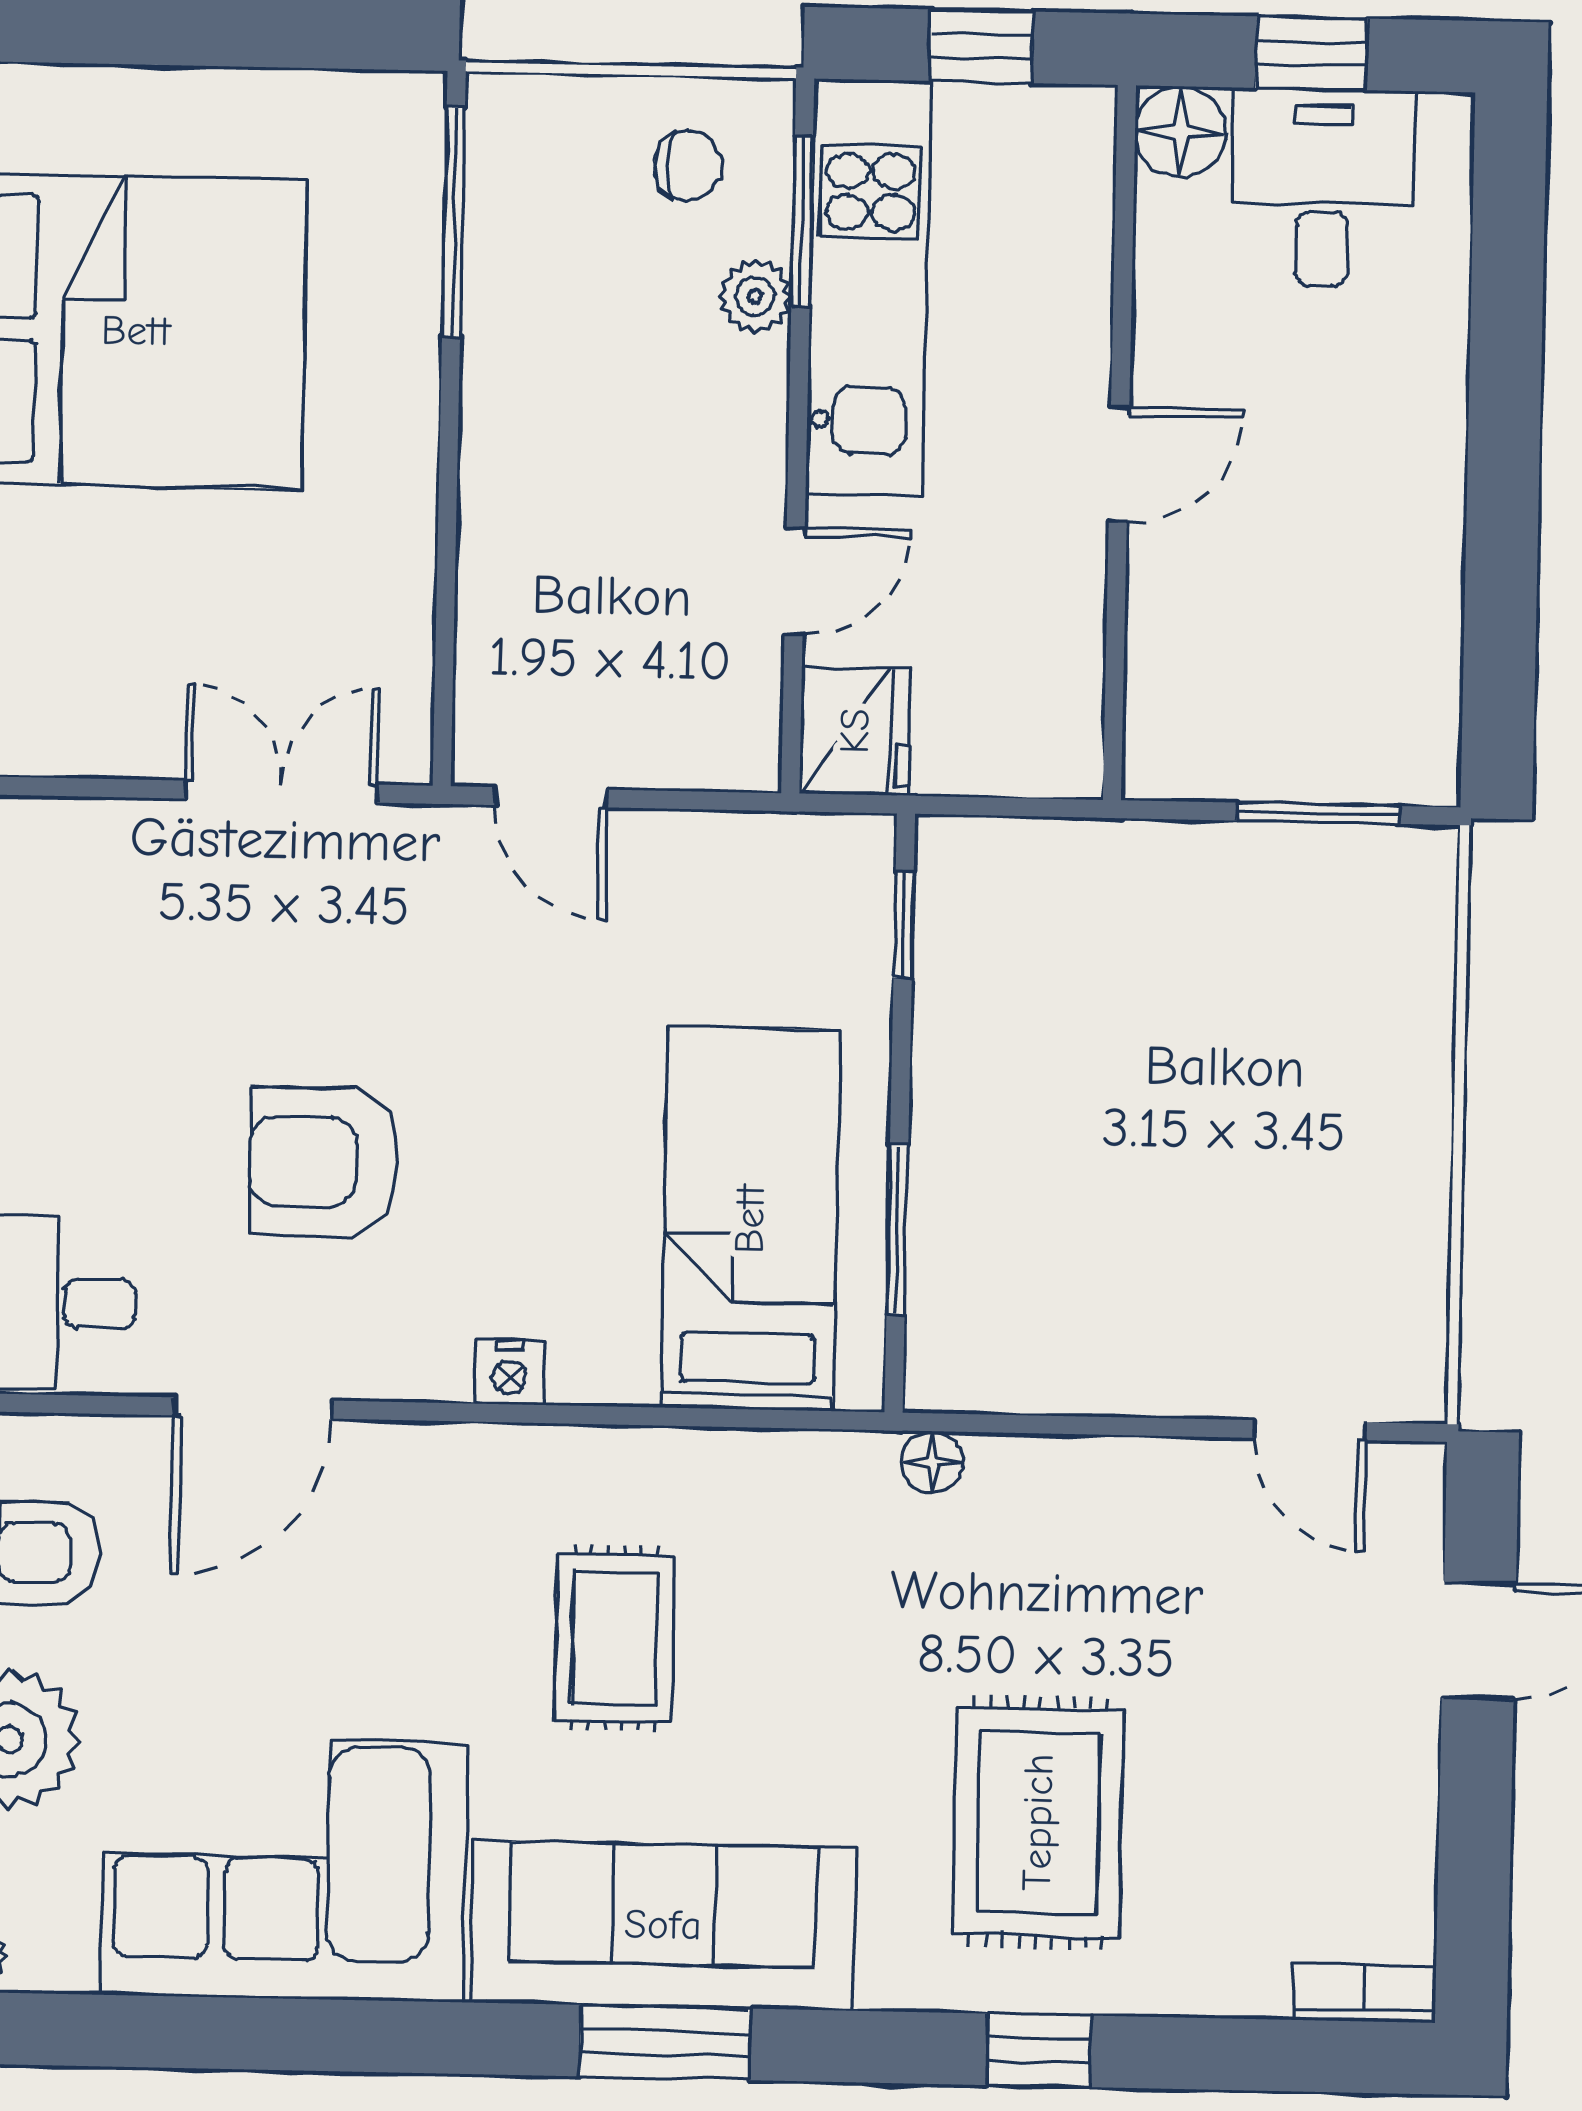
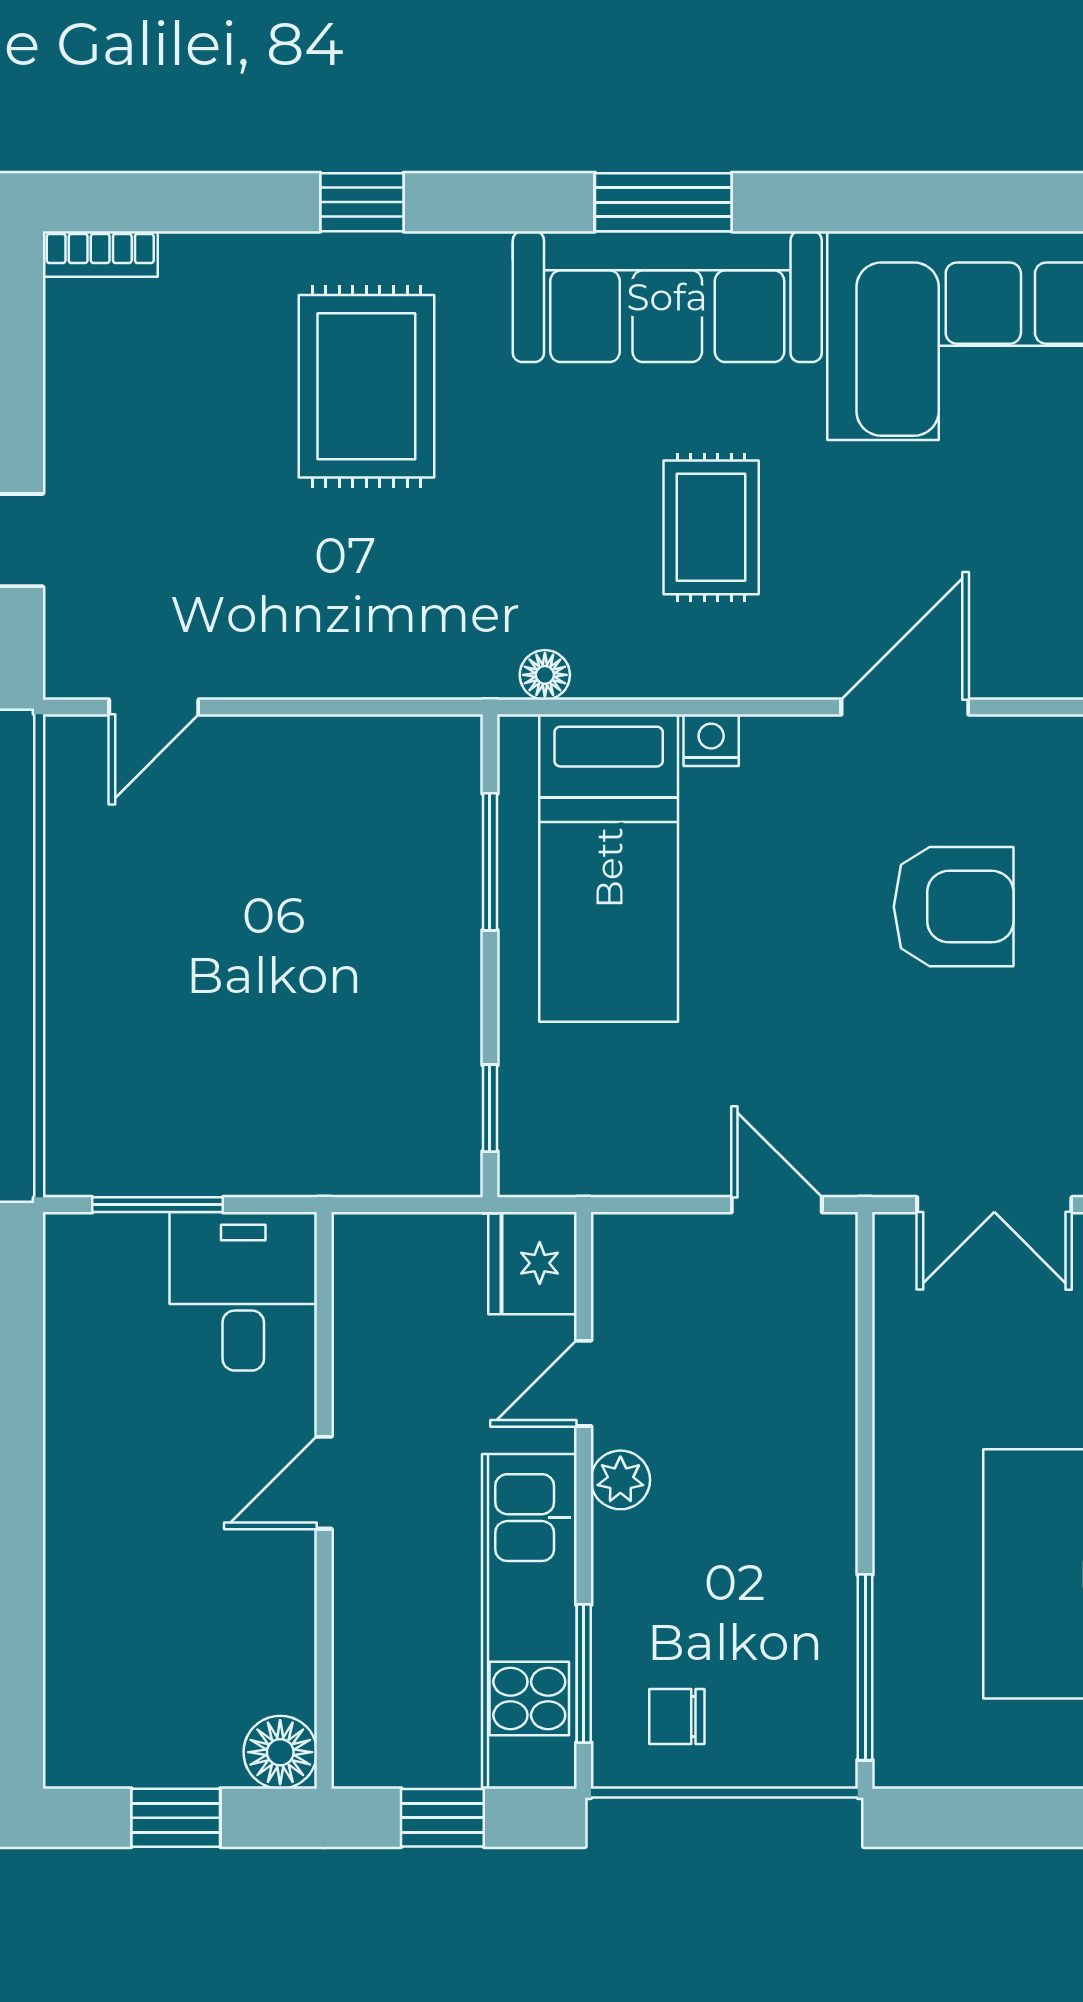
desk: (1323, 188) -> (243, 1291), moved, turned 180
plant: (755, 296) -> (620, 1480), moved
nightstand: (509, 1372) -> (711, 740), moved
door: (253, 1408) -> (905, 707), moved
door: (1310, 1430) -> (154, 707), swing flipped
floor lamp: (932, 1462) -> (545, 675), moved

